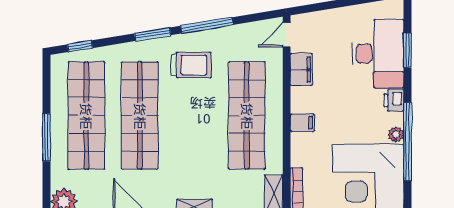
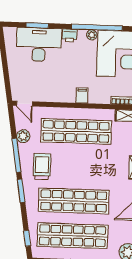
plant: (237, 35) -> (23, 136), added
filing cabinet: (301, 70) -> (47, 95), removed

